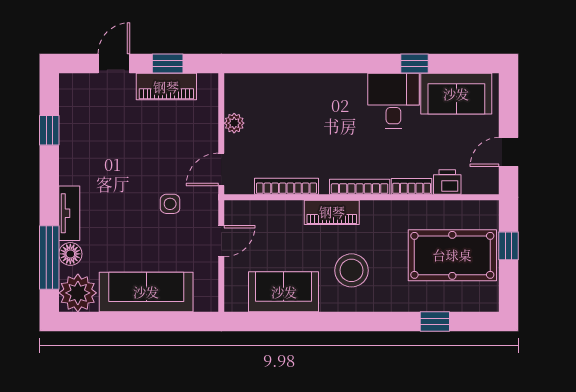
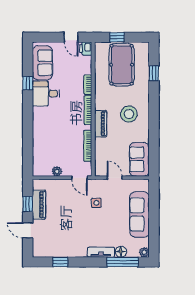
printer: (447, 182) -> (86, 49), moved
sofa: (284, 292) -> (139, 159), moved
plant: (78, 293) -> (144, 252), width x0.53, depth x0.53

